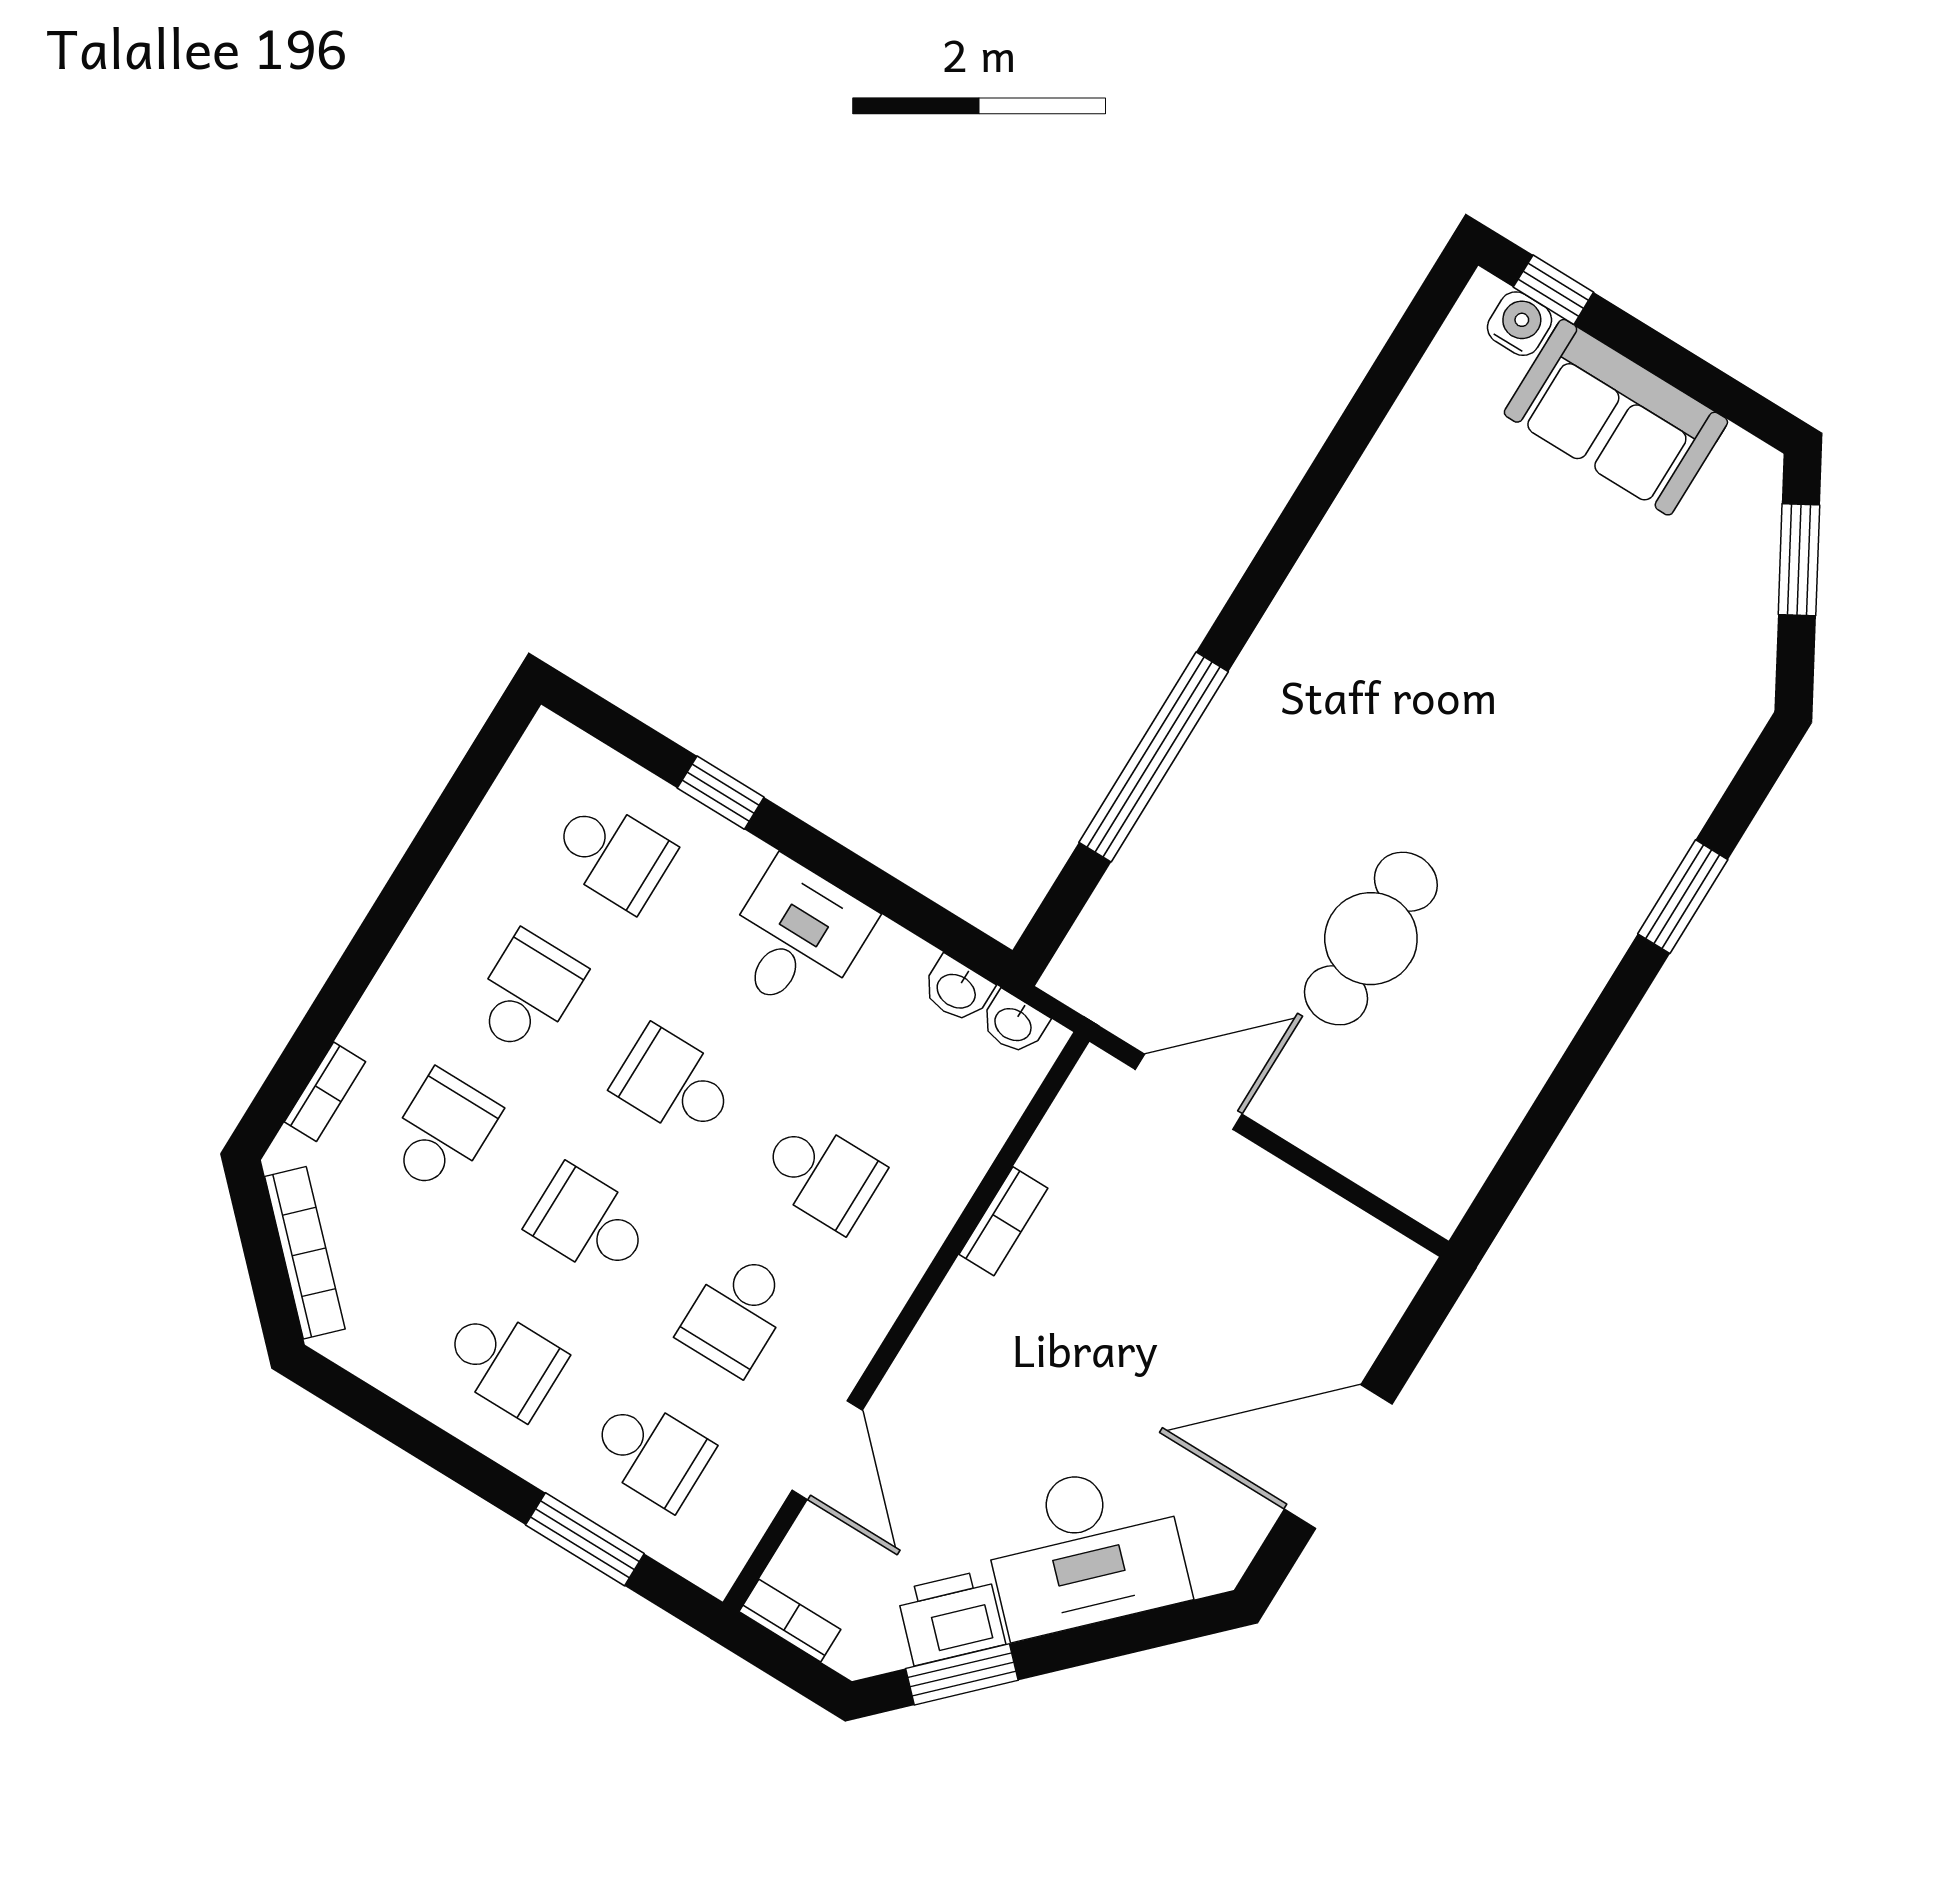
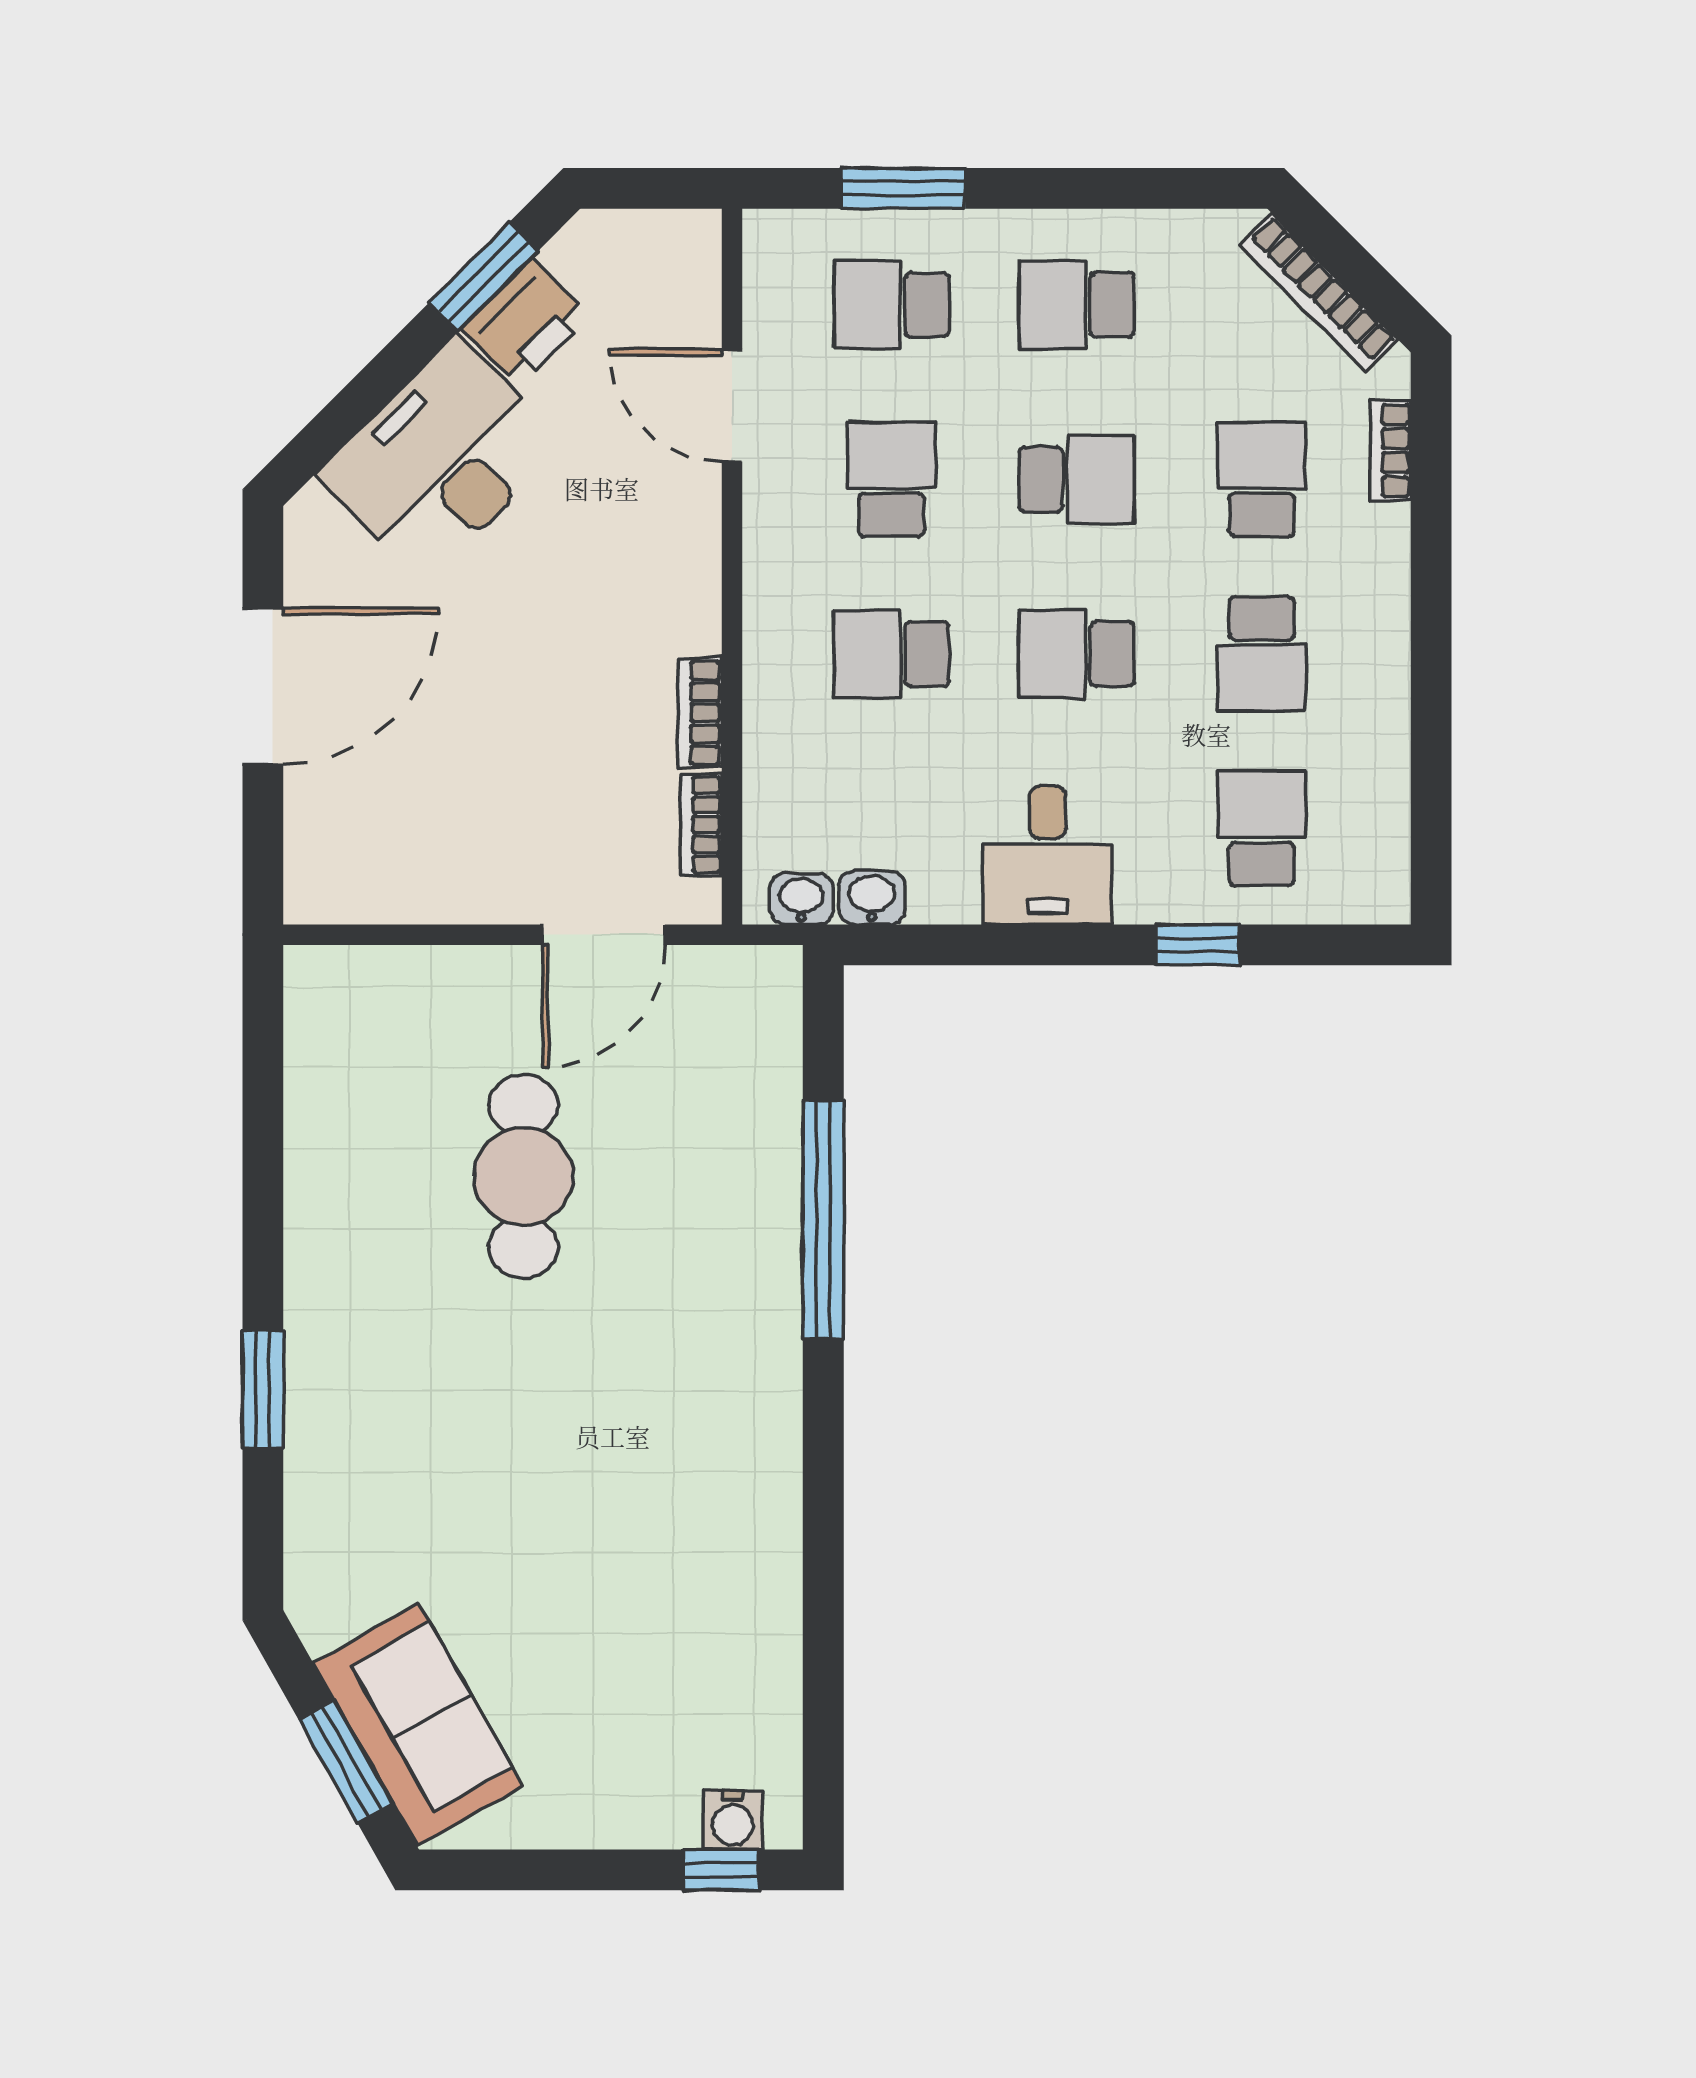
sofa: (1616, 417) -> (418, 1724), moved, turned 60
school desk: (613, 854) -> (1262, 828), turned 90
school desk: (675, 1084) -> (1076, 654), turned 180
school desk: (442, 1132) -> (1262, 479), turned 180
bookcase: (790, 1621) -> (701, 825), moved, turned 90

